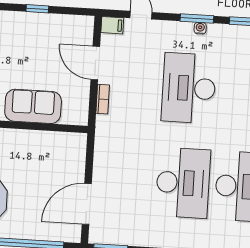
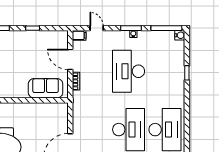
sofa: (33, 106) -> (46, 88), moved

